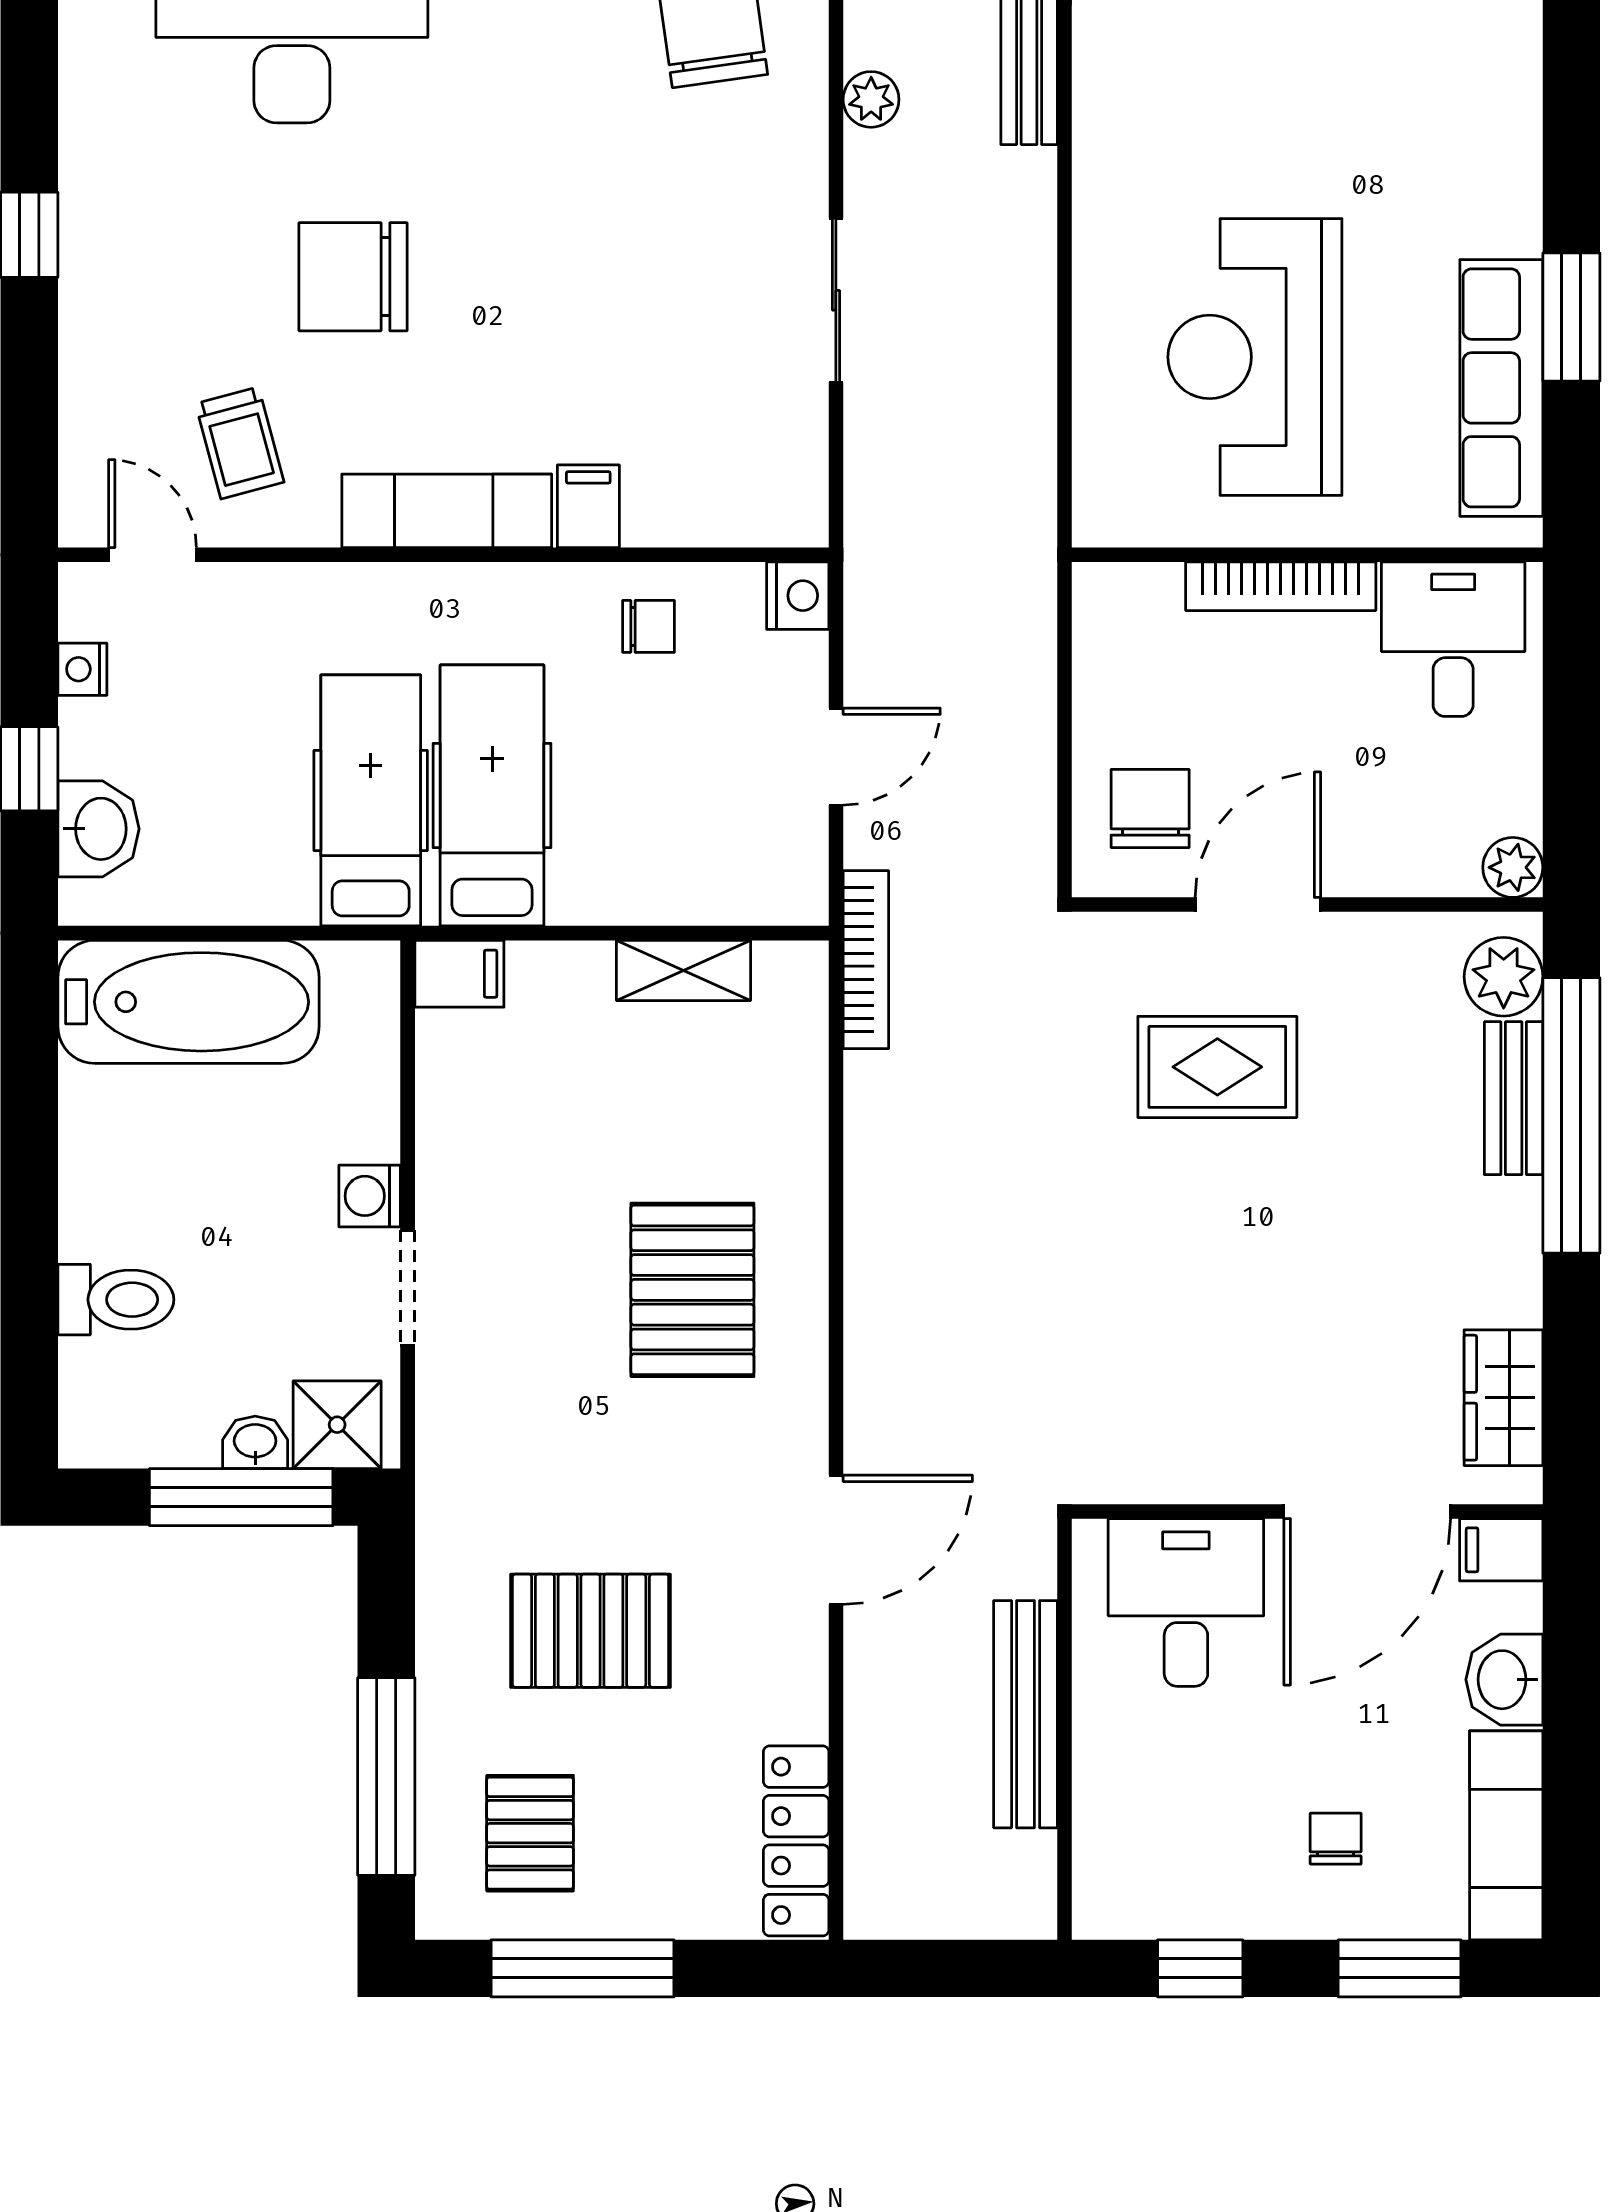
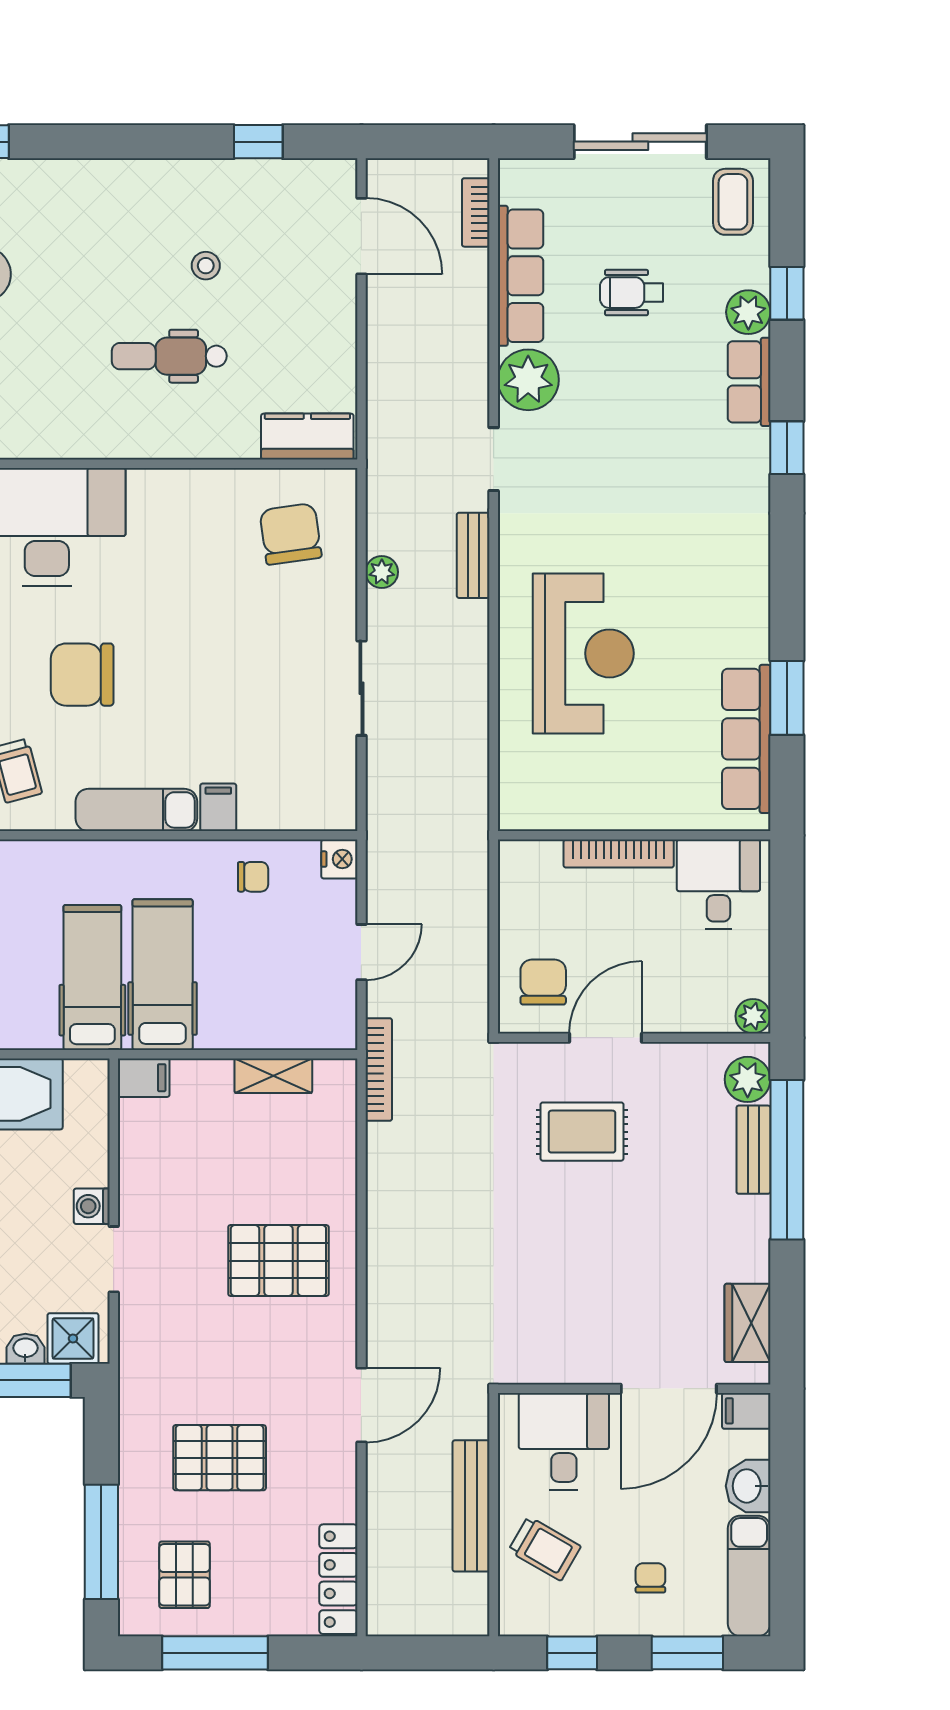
reception desk: (1255, 357) -> (583, 653), moved, turned 180
pallet: (692, 1290) -> (278, 1261), turned 90
trolley: (1153, 1788) -> (545, 1548), added

